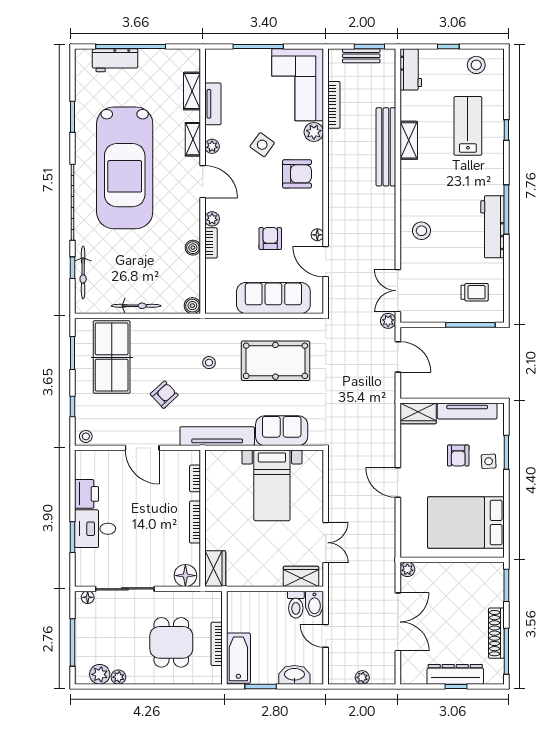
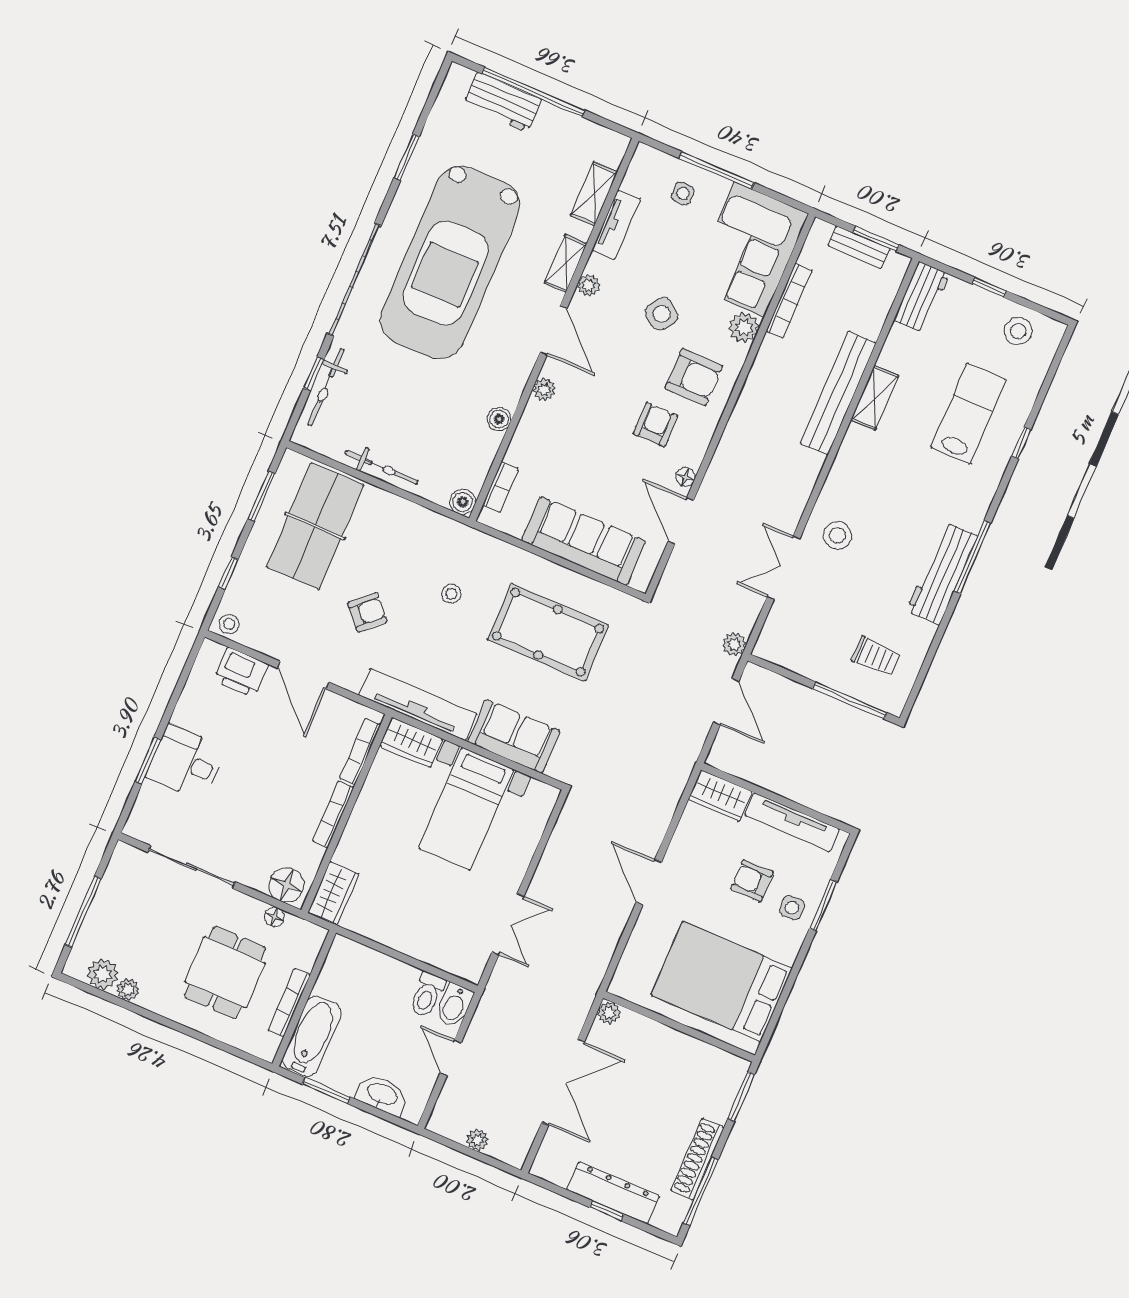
side table: (244, 68) -> (683, 193), added
armchair: (270, 238) -> (655, 425), moved
bookcase: (211, 243) -> (500, 487), moved
double door: (398, 291) -> (784, 568), moved
armchair: (458, 456) -> (752, 881), turned 90
bookcase: (195, 478) -> (360, 752), width x1.56
printer: (87, 494) -> (241, 673), moved, turned 90
wardrobe: (301, 576) -> (411, 743), moved, turned 180
floor lamp: (88, 597) -> (274, 917), moved

